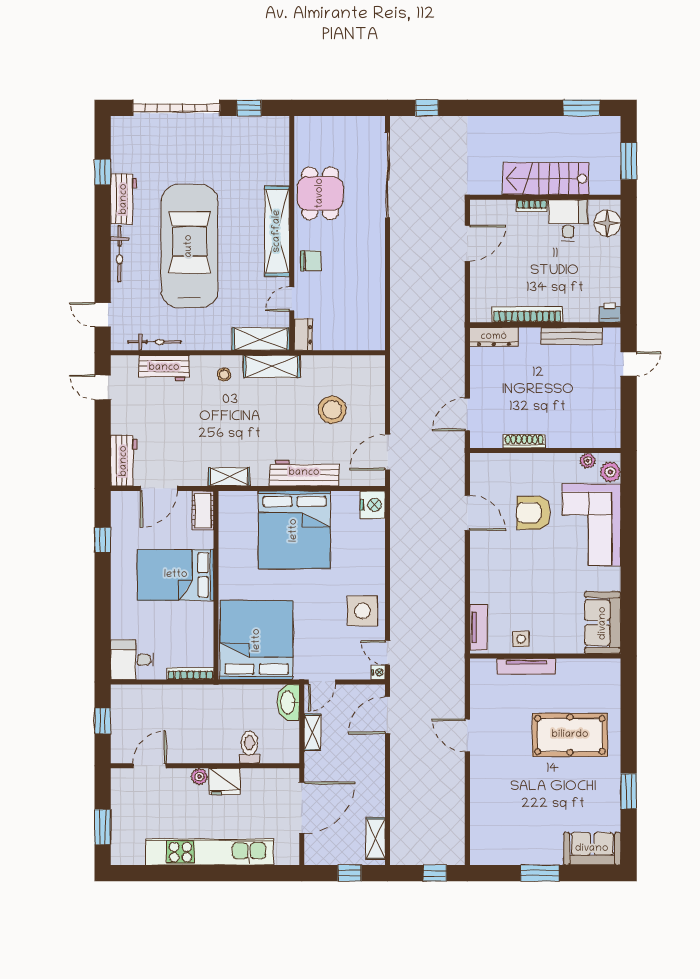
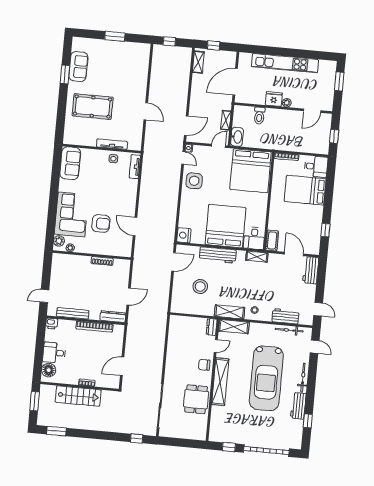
desk: (568, 220) -> (54, 353), moved, turned 90
door: (467, 415) -> (129, 296), moved
door: (159, 488) -> (294, 254), hinge flipped
desk: (238, 512) -> (254, 238), added
bed: (176, 575) -> (305, 190), moved, turned 180
sofa: (592, 849) -> (78, 67), moved, turned -90

